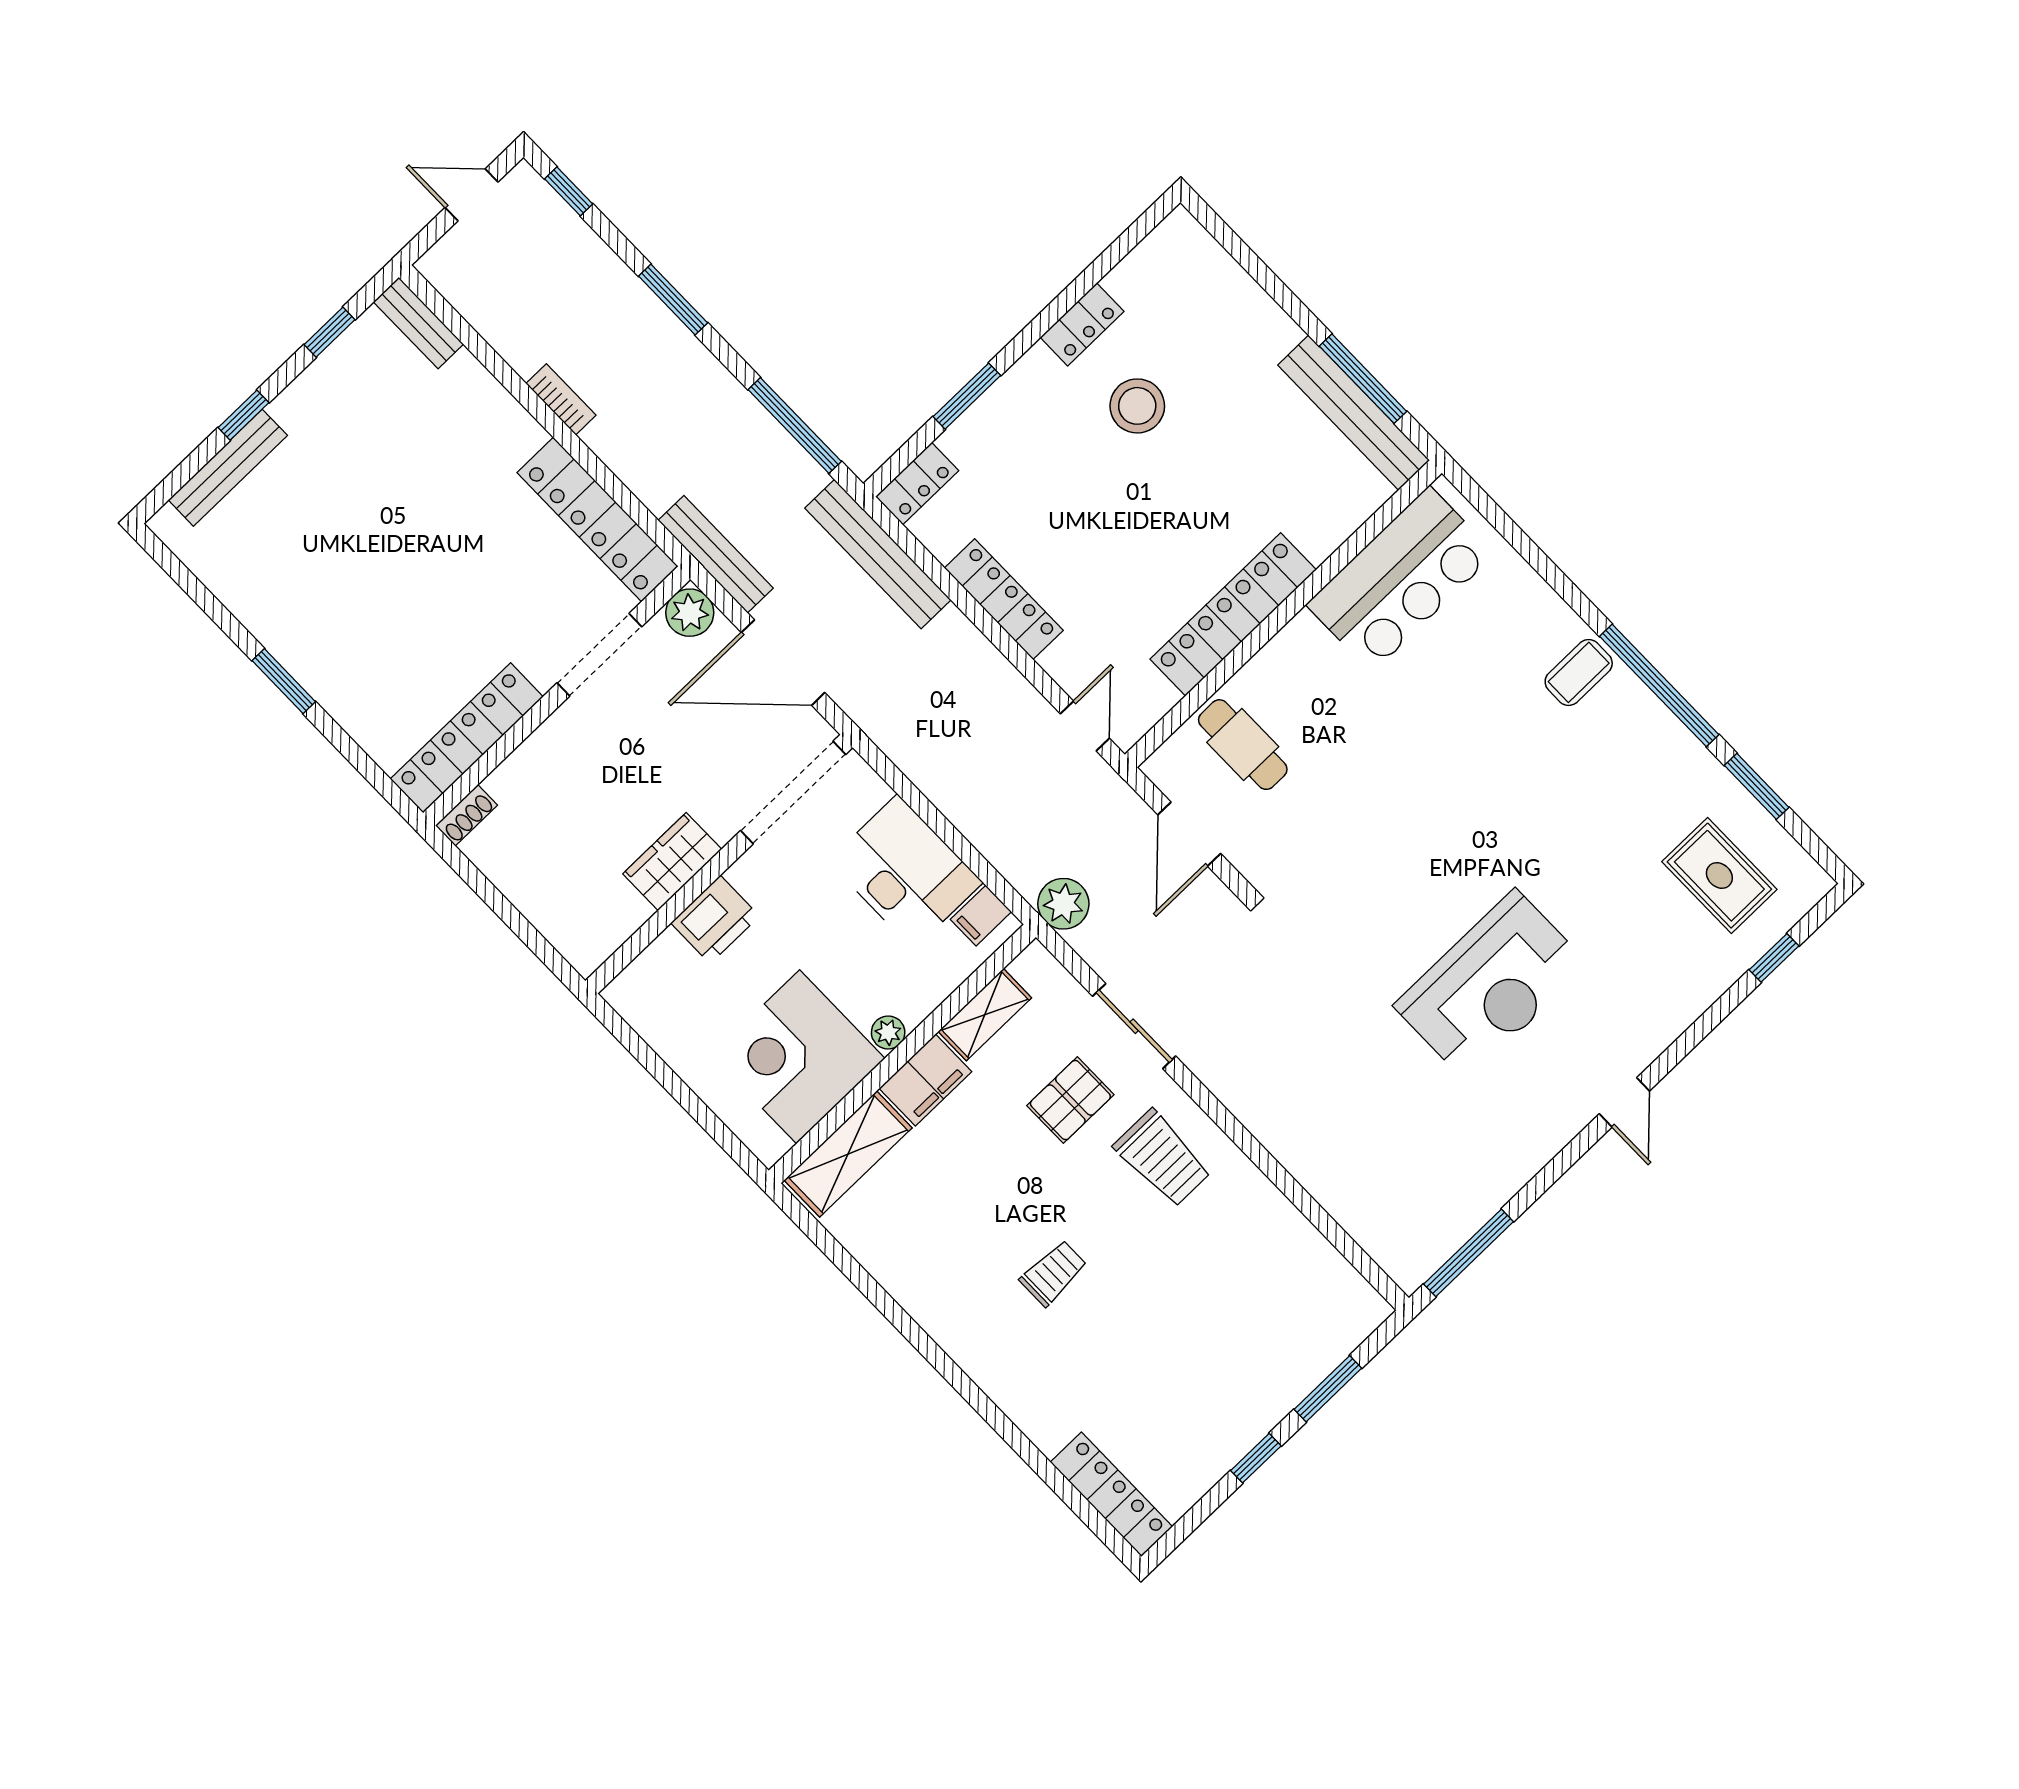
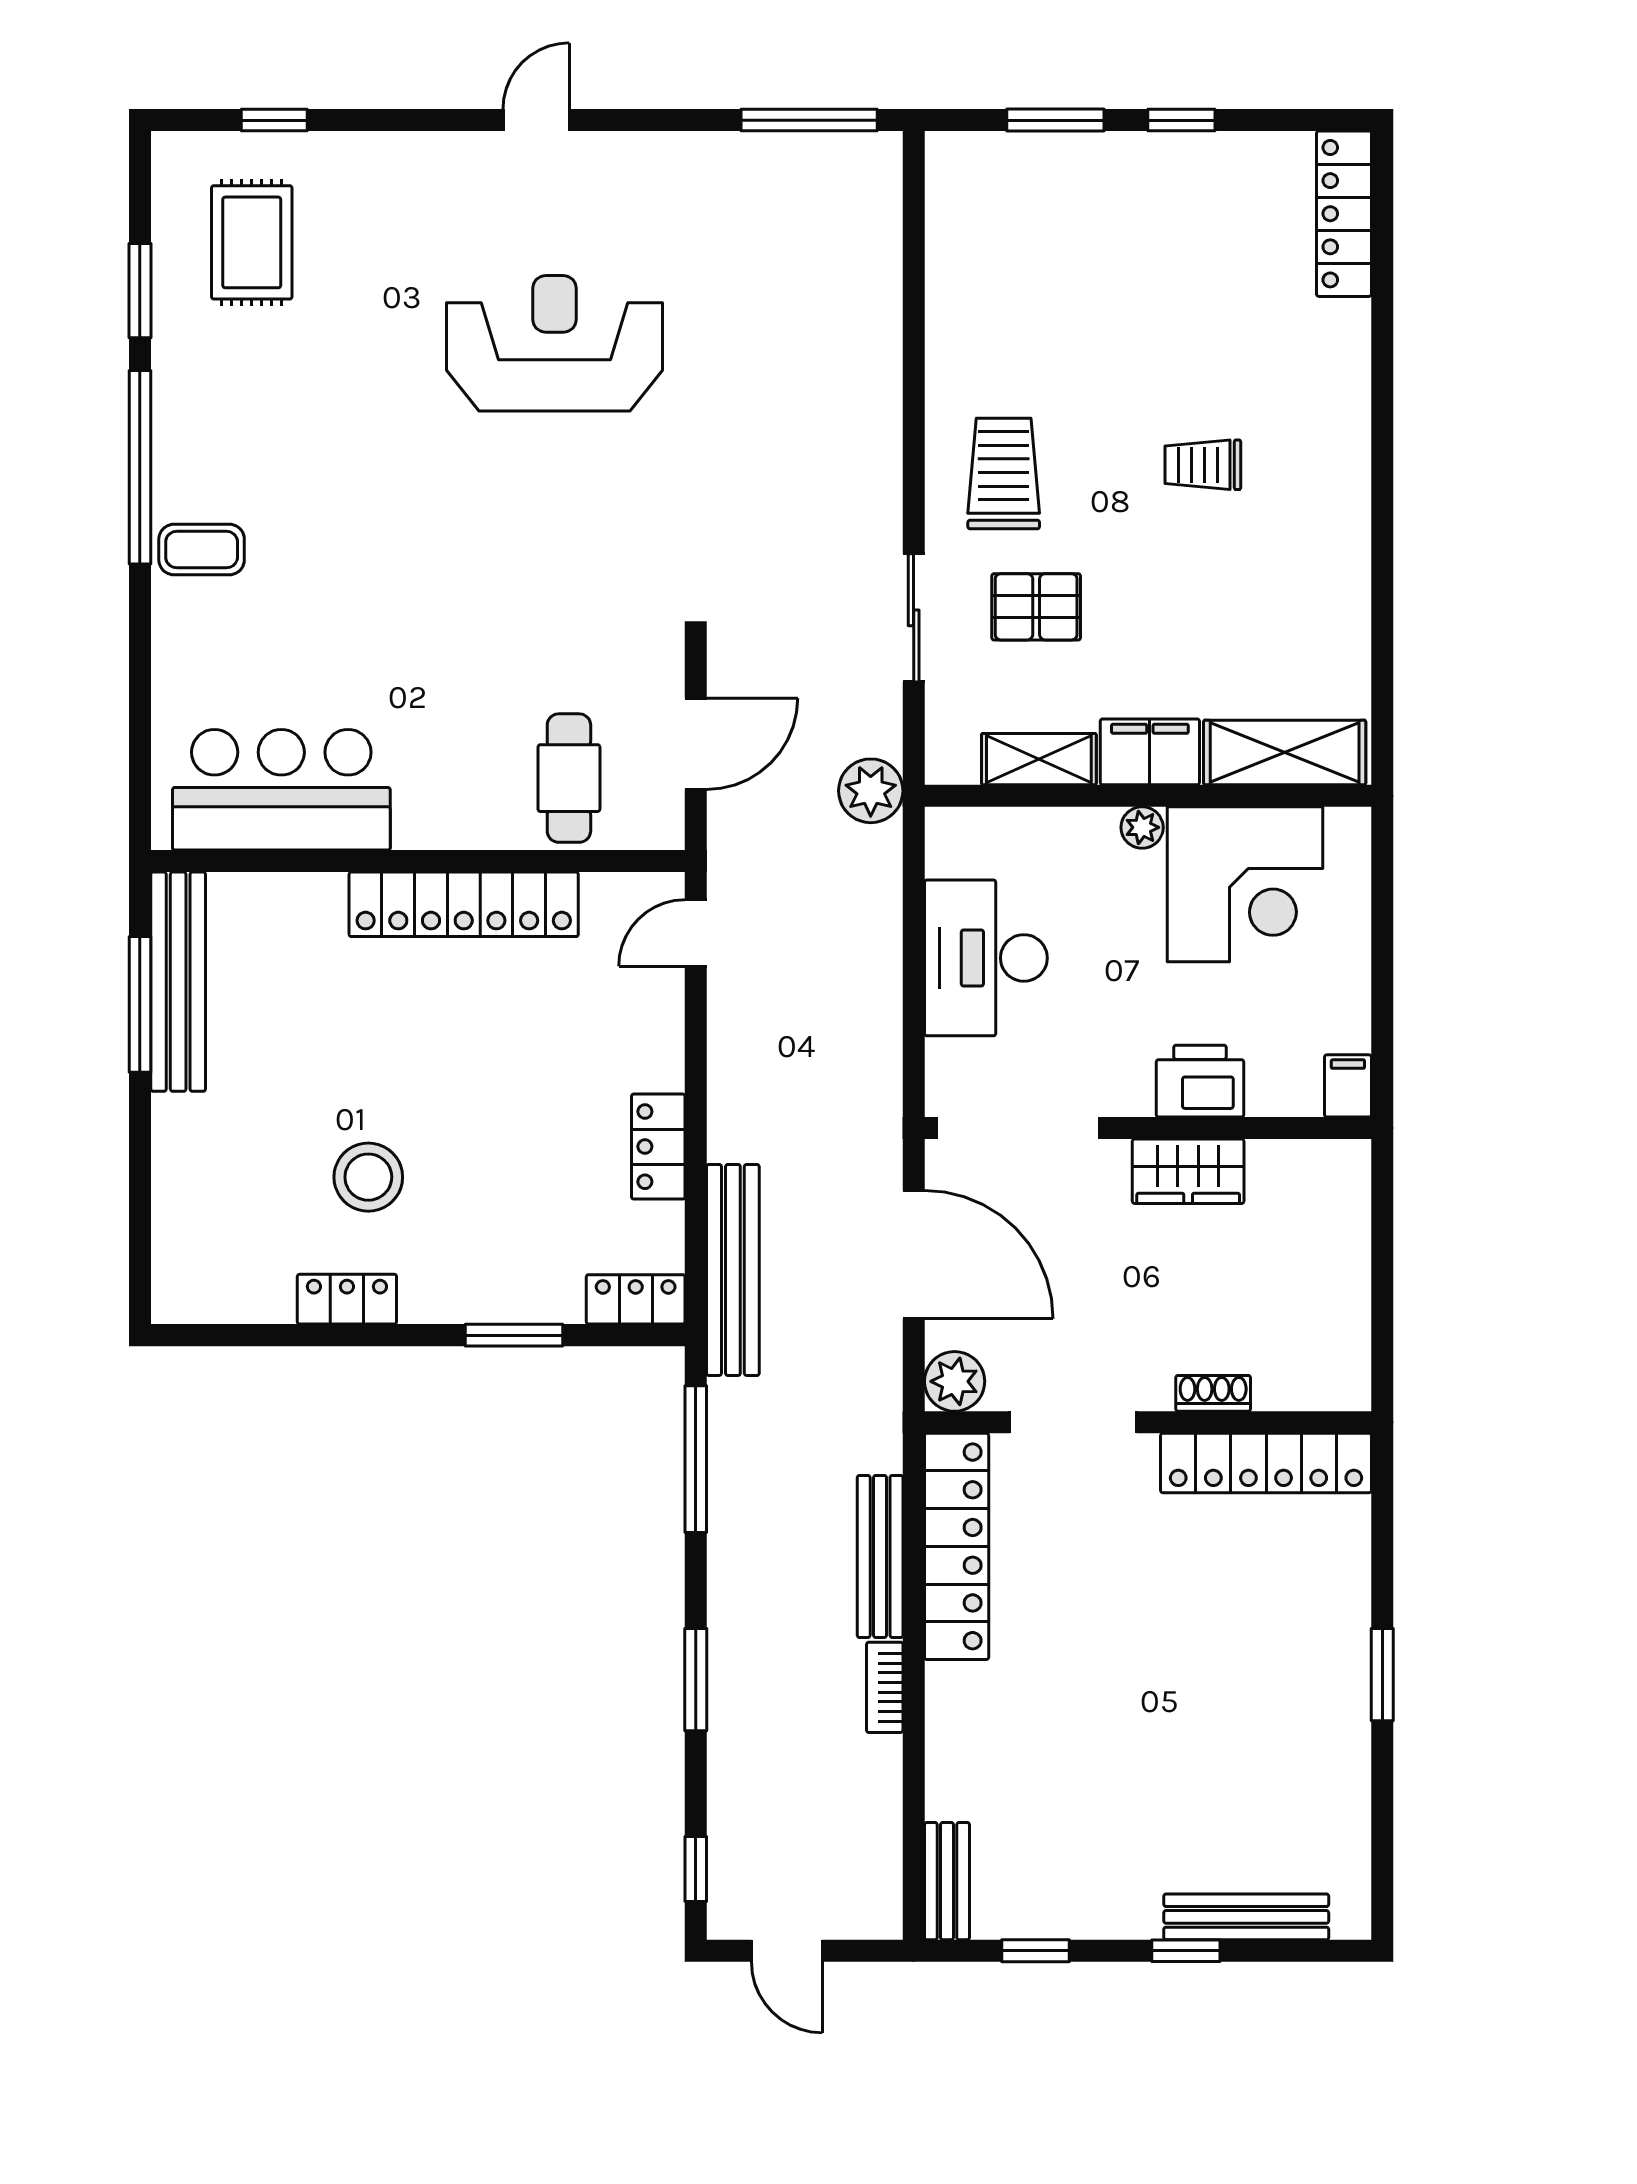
bench: (716, 554) -> (880, 1556), moved
locker: (1004, 599) -> (658, 1147), width x0.66
shoe rack: (466, 815) -> (1213, 1393), moved
filing cabinet: (981, 916) -> (1348, 1086), moved, turned -90

